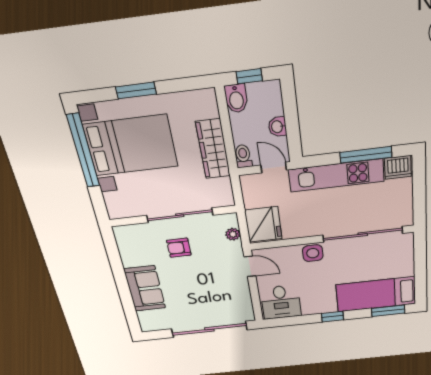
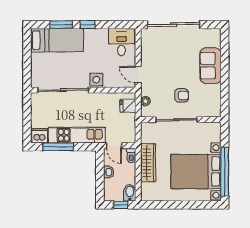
window: (136, 91) -> (185, 205), removed
fridge: (263, 224) -> (128, 106), width x0.53, depth x0.75
window: (388, 311) -> (61, 25), moved

